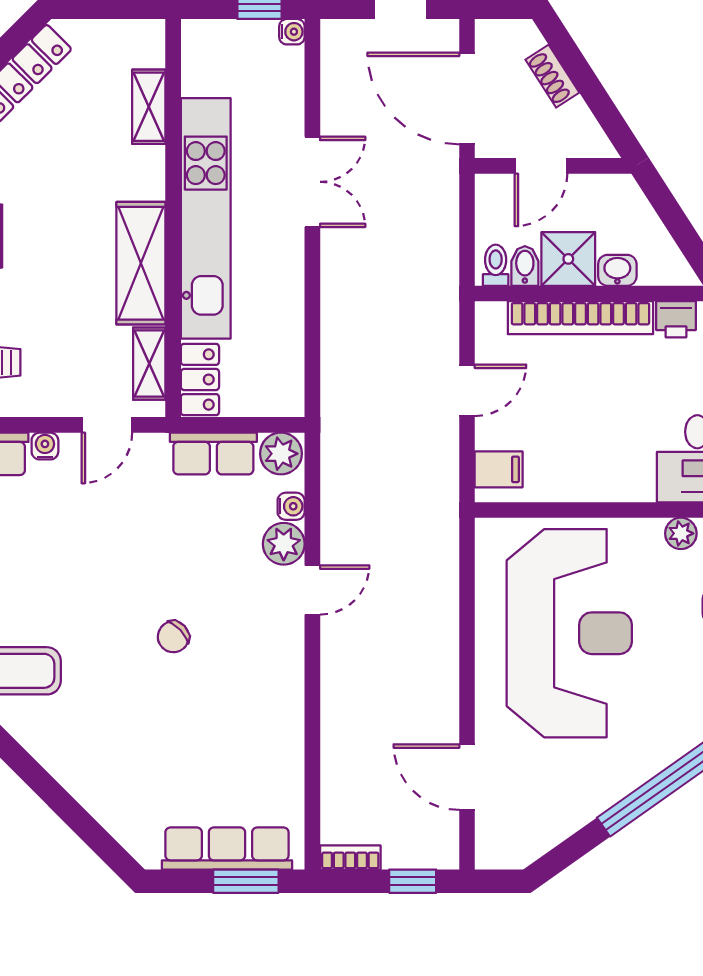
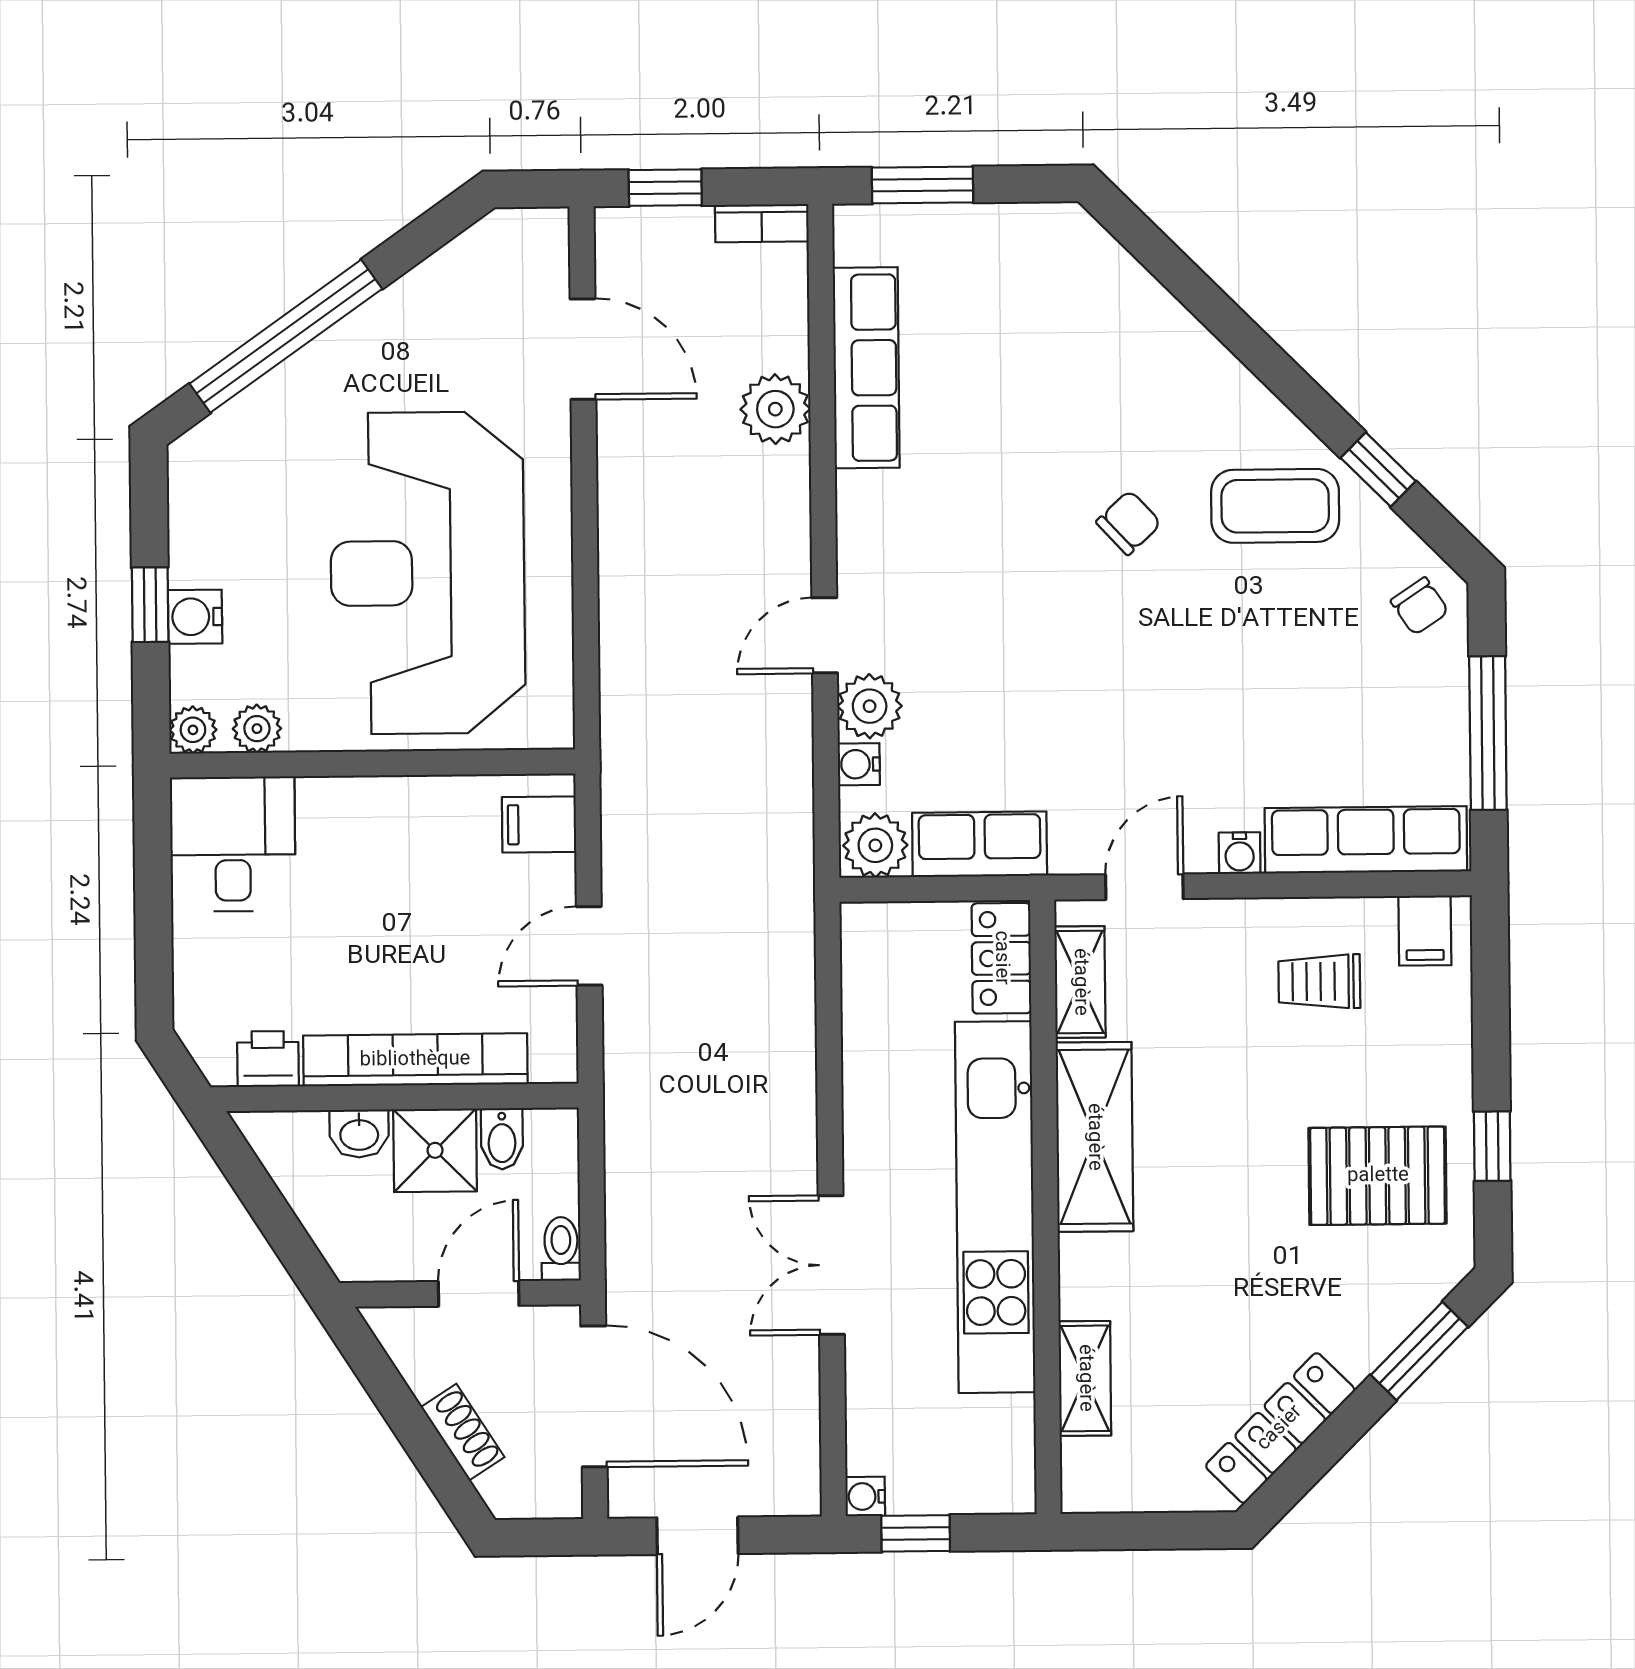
toilet: (496, 265) -> (561, 1249), moved, turned 180
chair: (173, 637) -> (1129, 523), moved
plant: (343, 737) -> (775, 409), added
row of seats: (227, 849) -> (866, 368), moved, turned -90

